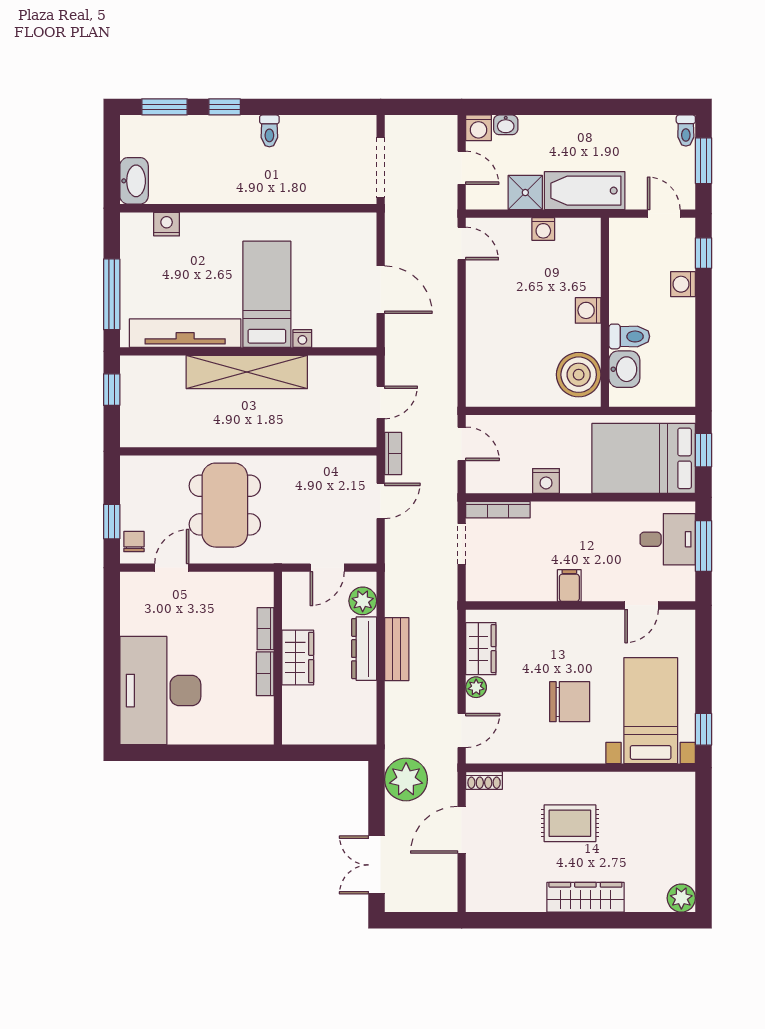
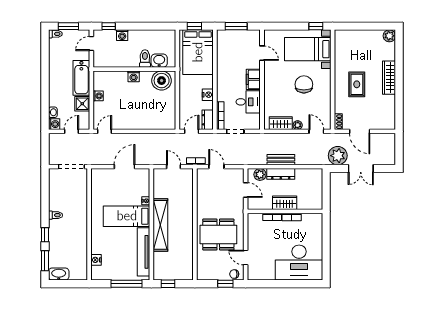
washbasin: (134, 181) -> (59, 274), moved
dresser: (488, 481) -> (208, 120), added
desk: (668, 539) -> (248, 102), moved, turned 90
filing cabinet: (569, 586) -> (253, 79), width x2.00
double door: (377, 865) -> (361, 168), moved

